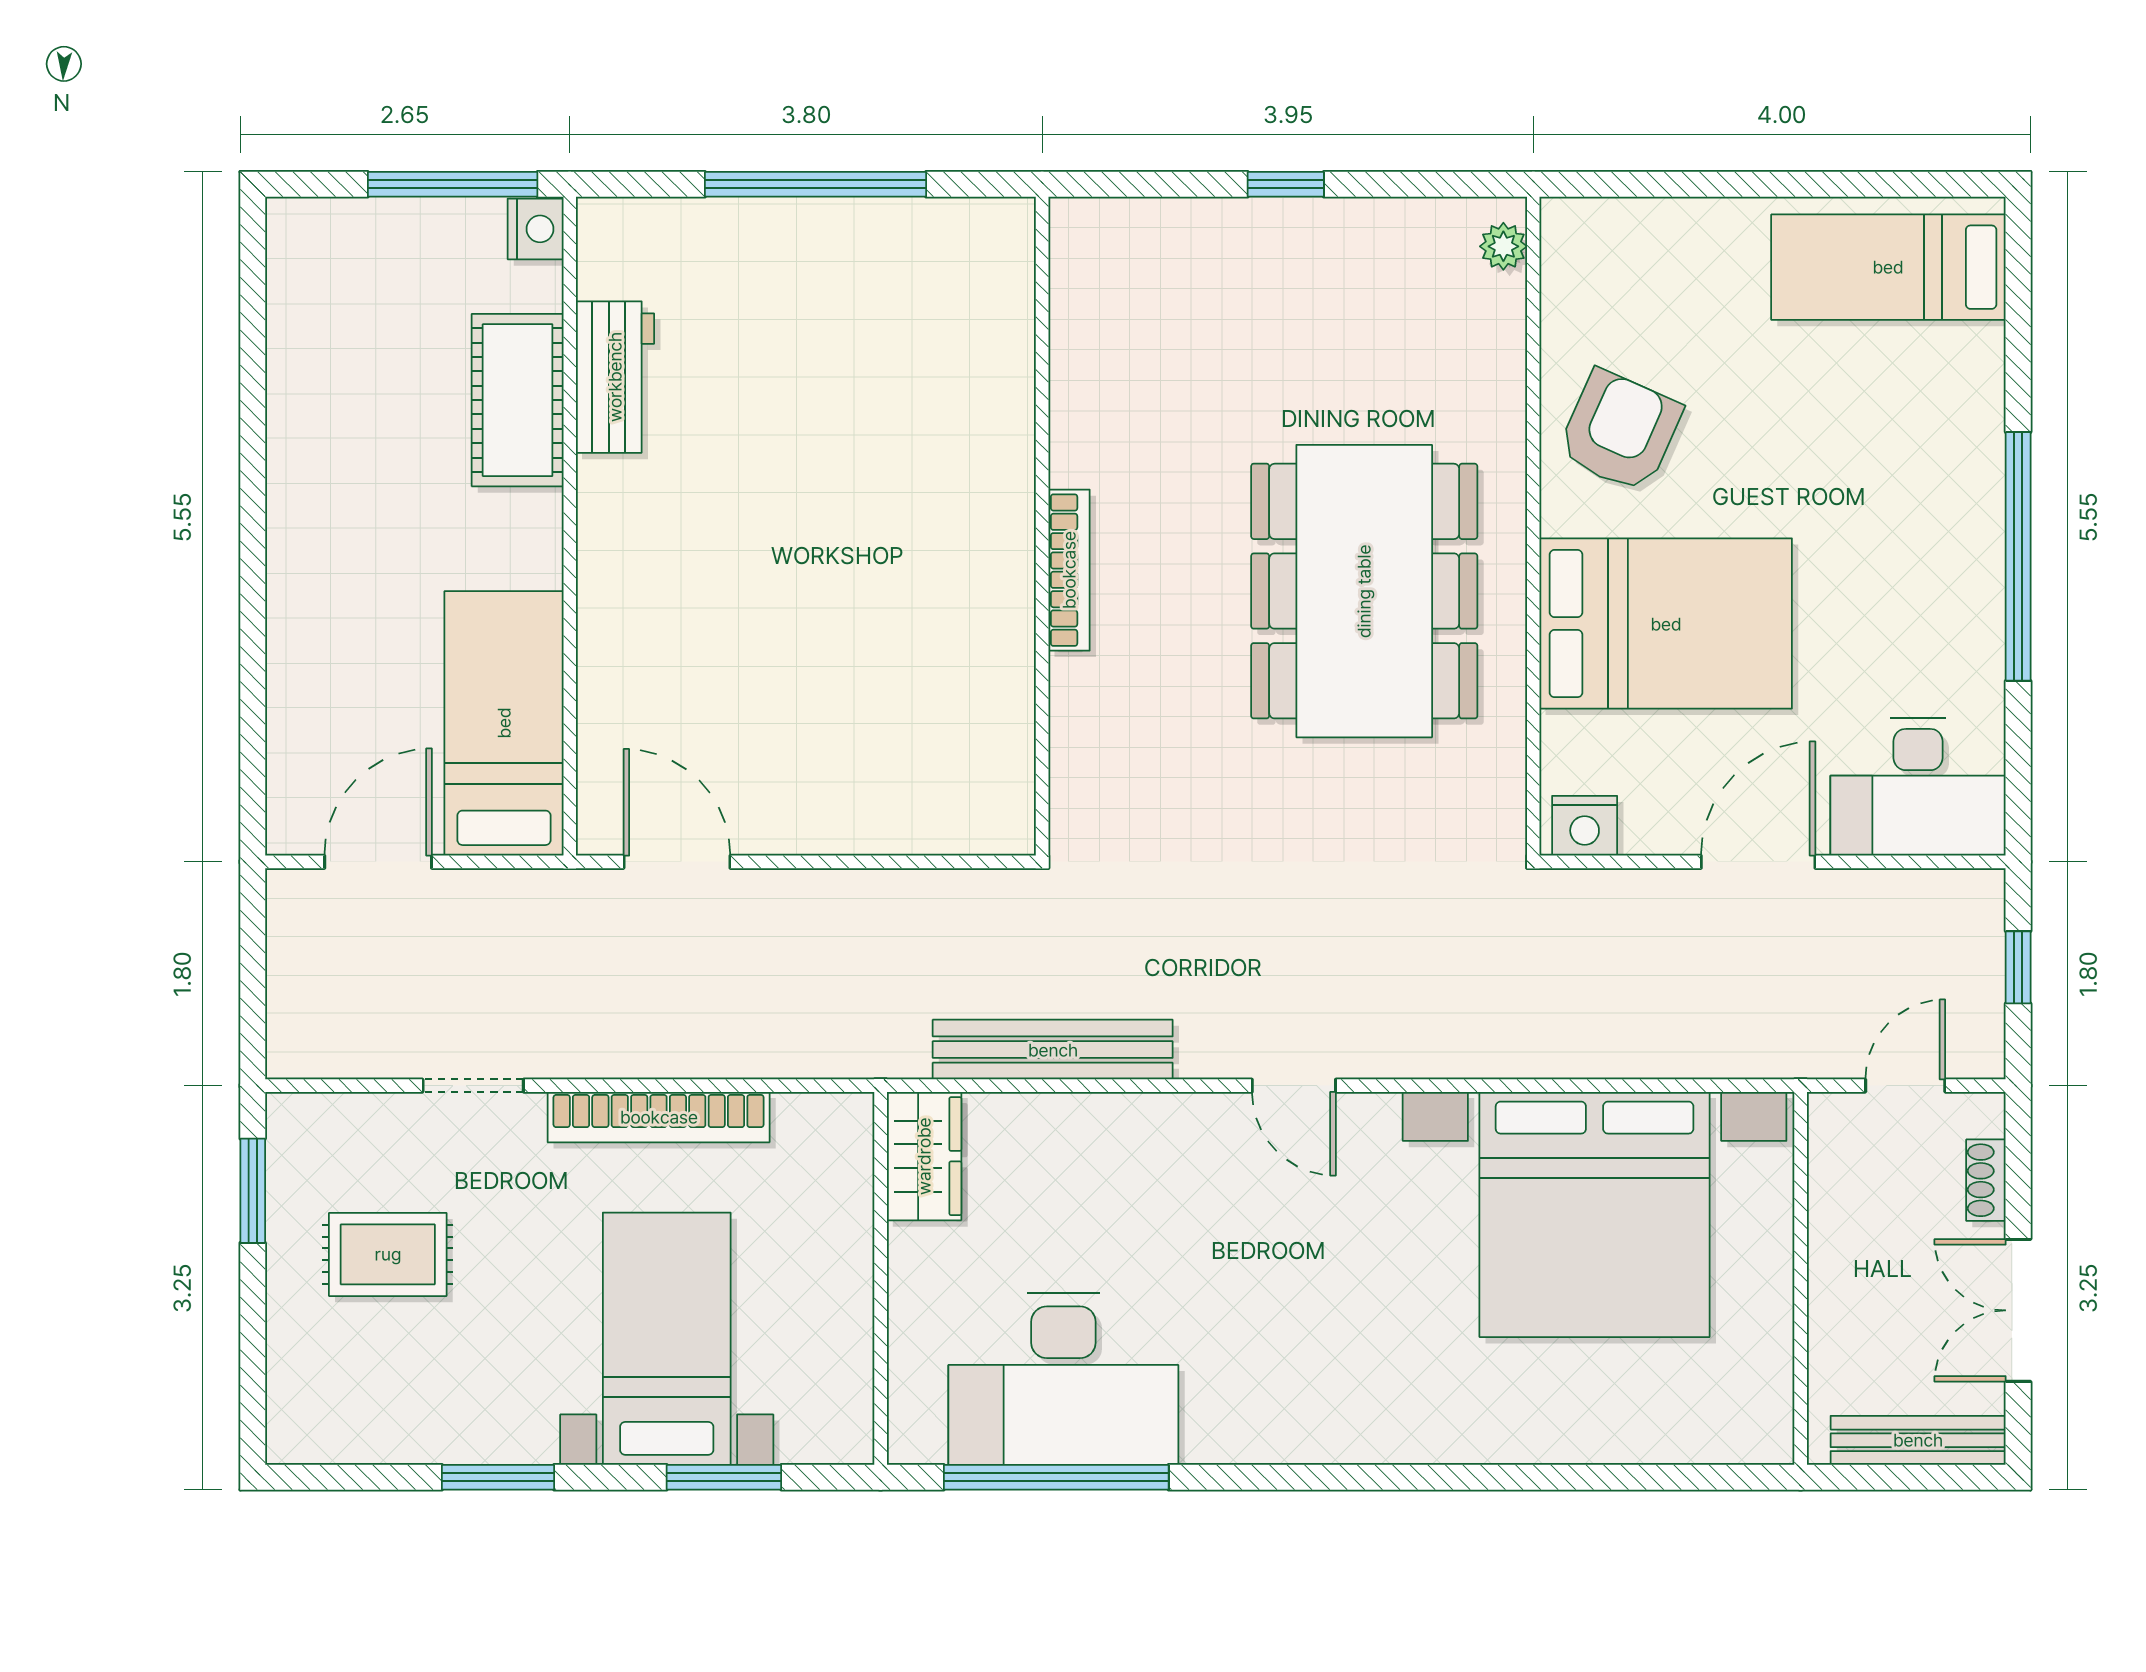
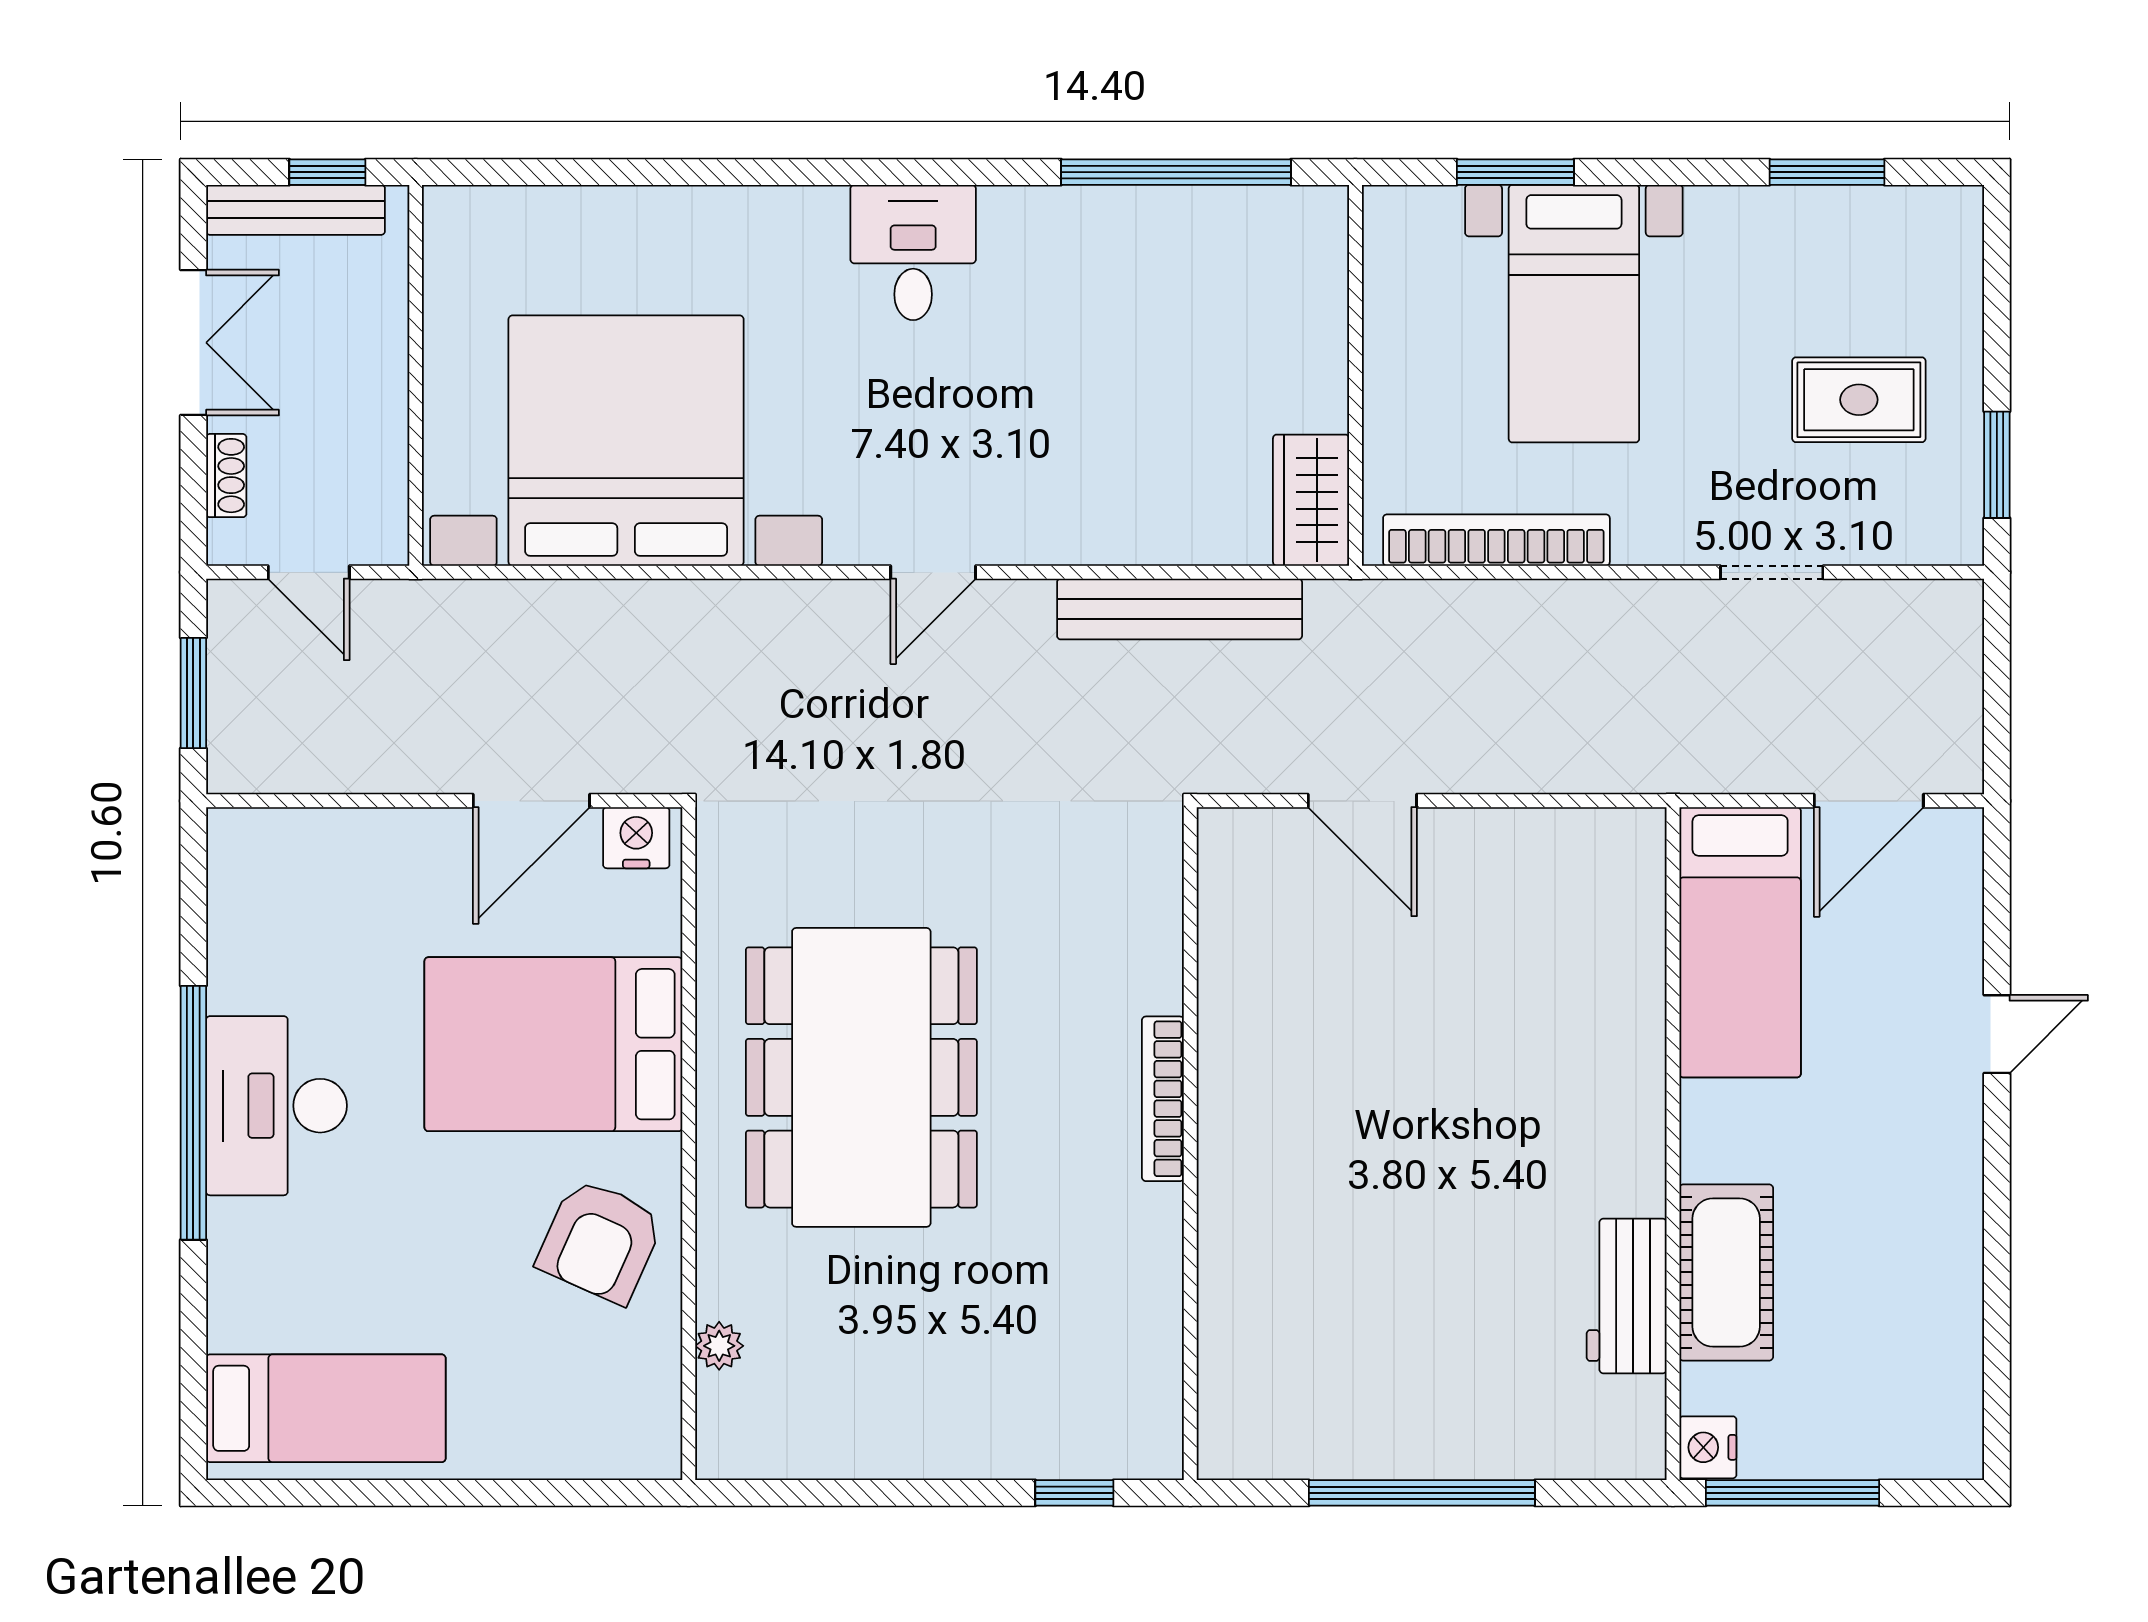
window: (1286, 184) -> (1074, 1493), moved
plant: (1503, 246) -> (719, 1346), moved
door: (253, 633) -> (1997, 1034), added
desk: (1918, 787) -> (276, 1106), moved, turned -90
door: (677, 862) -> (1362, 801), moved
door: (1758, 862) -> (531, 801), moved
window: (2018, 967) -> (193, 693), width x1.50
door: (1294, 1086) -> (933, 572), swing flipped
door: (1905, 1086) -> (309, 572), hinge flipped
bookcase: (659, 1117) -> (1496, 540), moved
desk: (1063, 1379) -> (913, 252), moved, width x0.53, depth x0.77
window: (498, 1477) -> (1827, 172), moved
window: (1887, 1477) -> (327, 172), added

